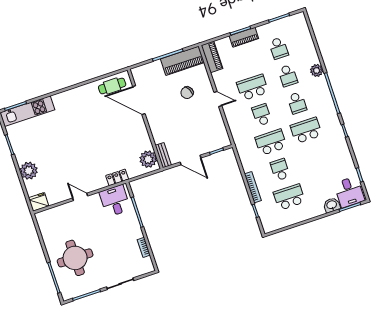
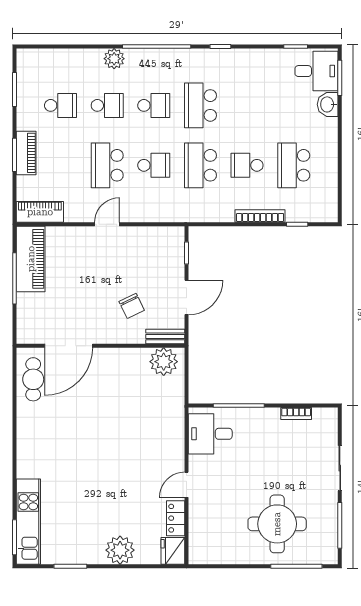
chair: (187, 93) -> (132, 306), moved
school desk: (262, 115) -> (154, 165), turned 180
locker: (117, 177) -> (176, 518), moved

